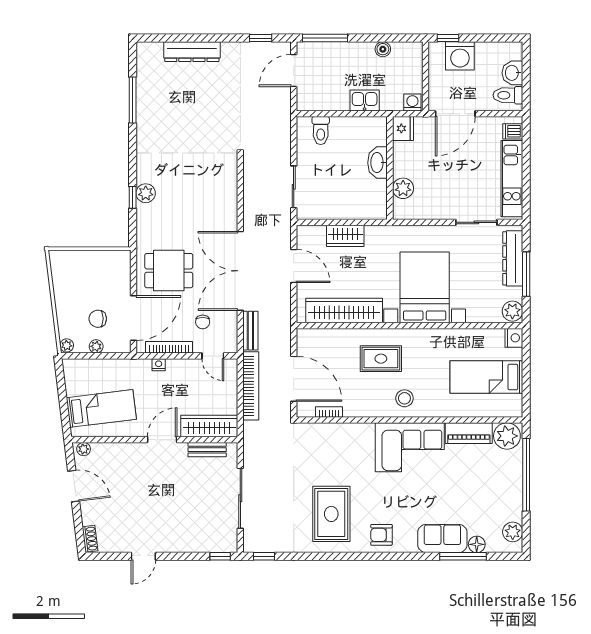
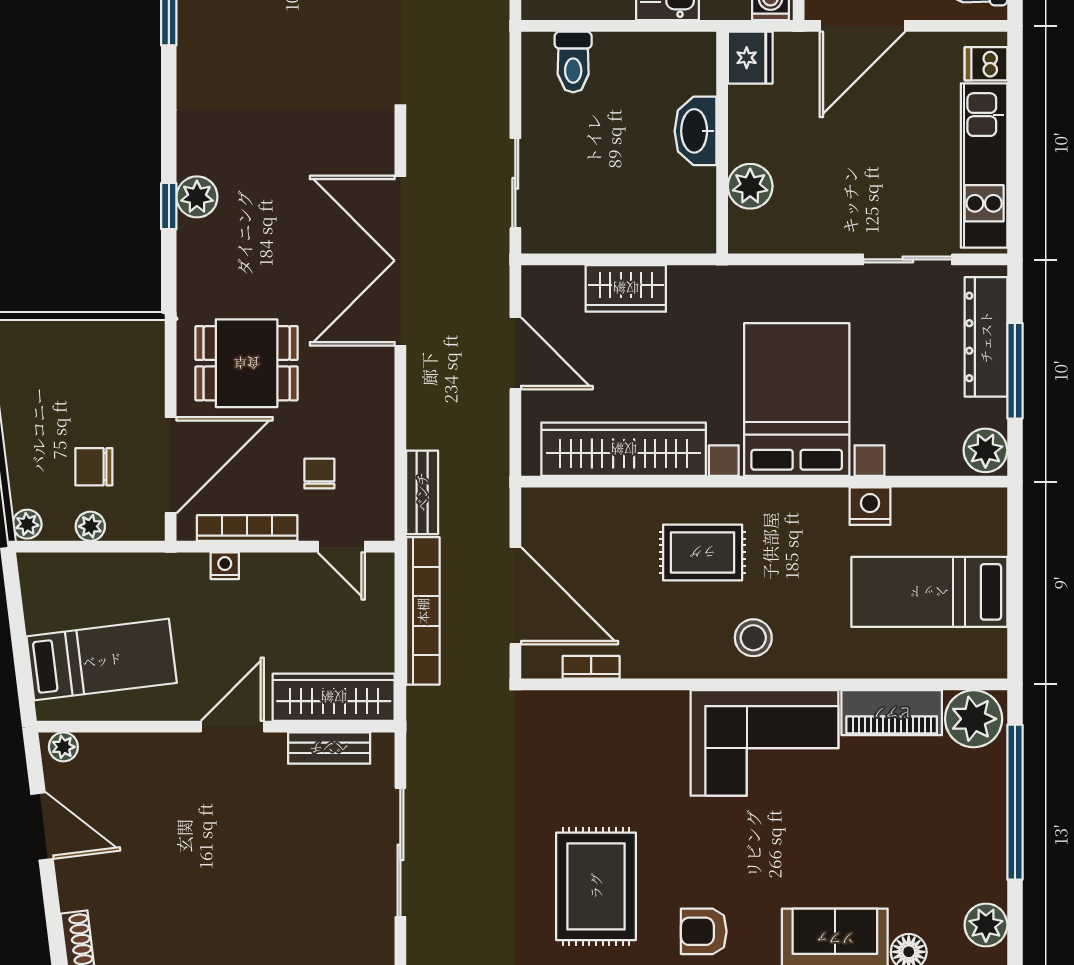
double door: (240, 271) -> (400, 261), moved
chair: (203, 322) -> (319, 474), turned 180
nightstand: (514, 338) -> (870, 506), moved, turned -90

